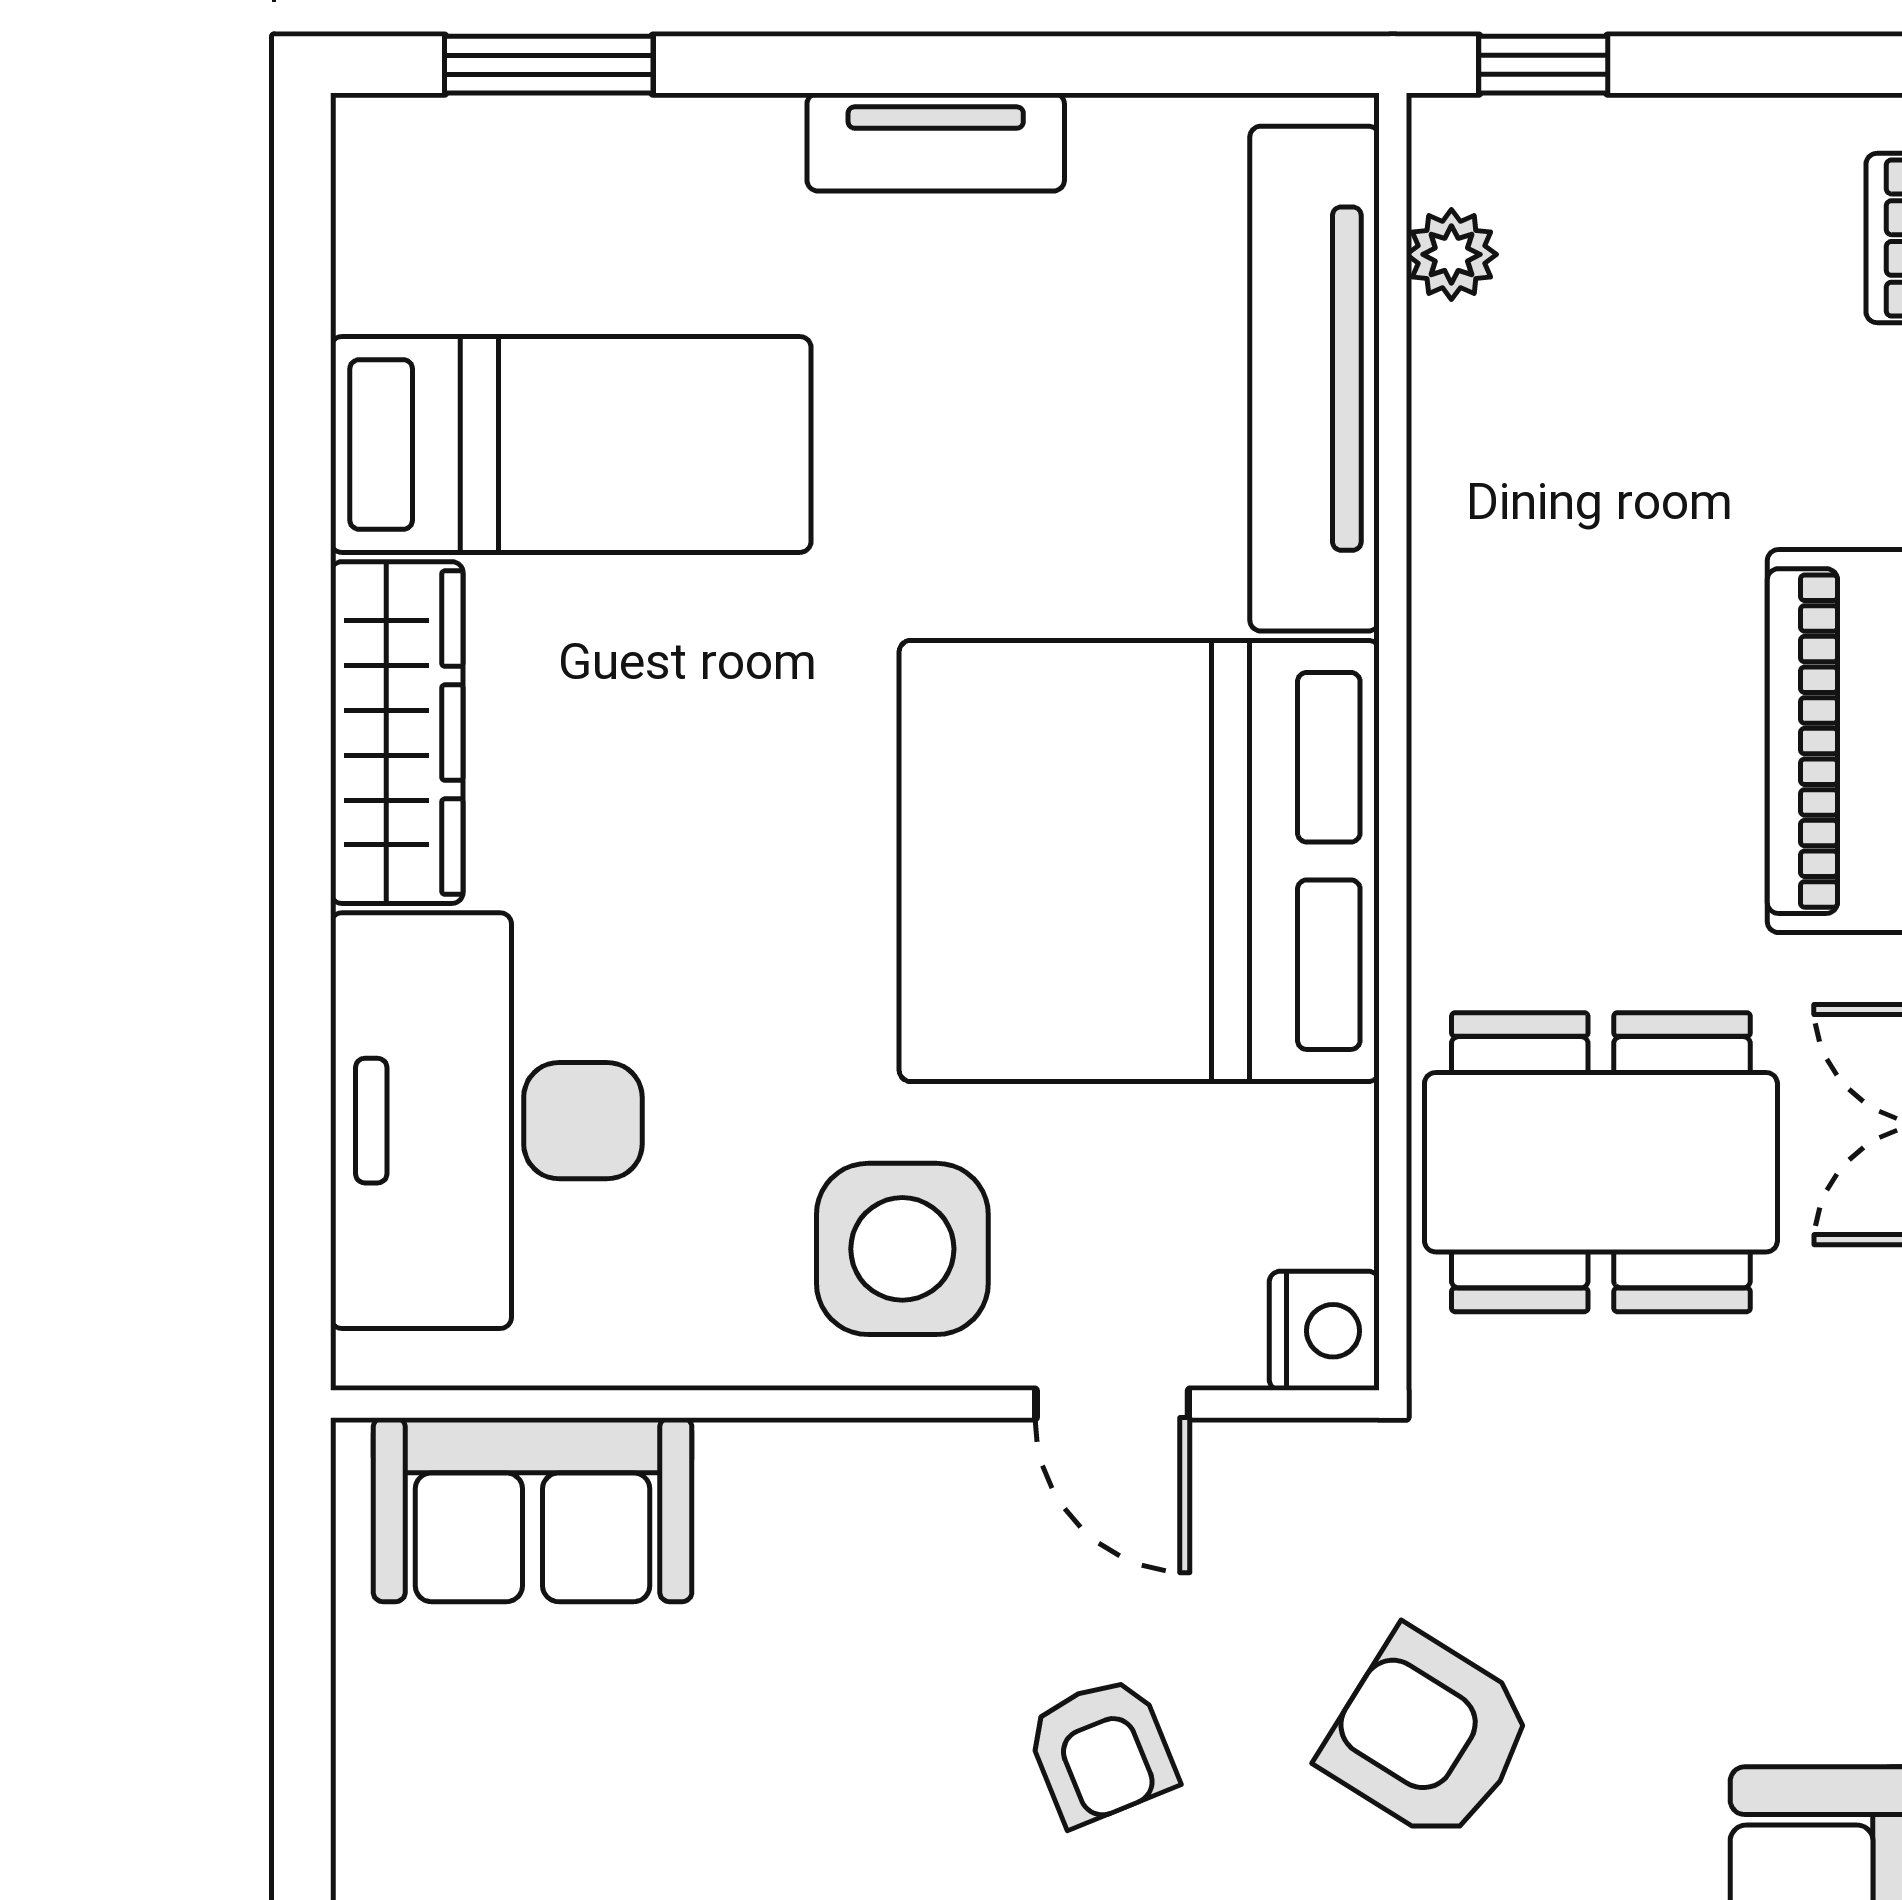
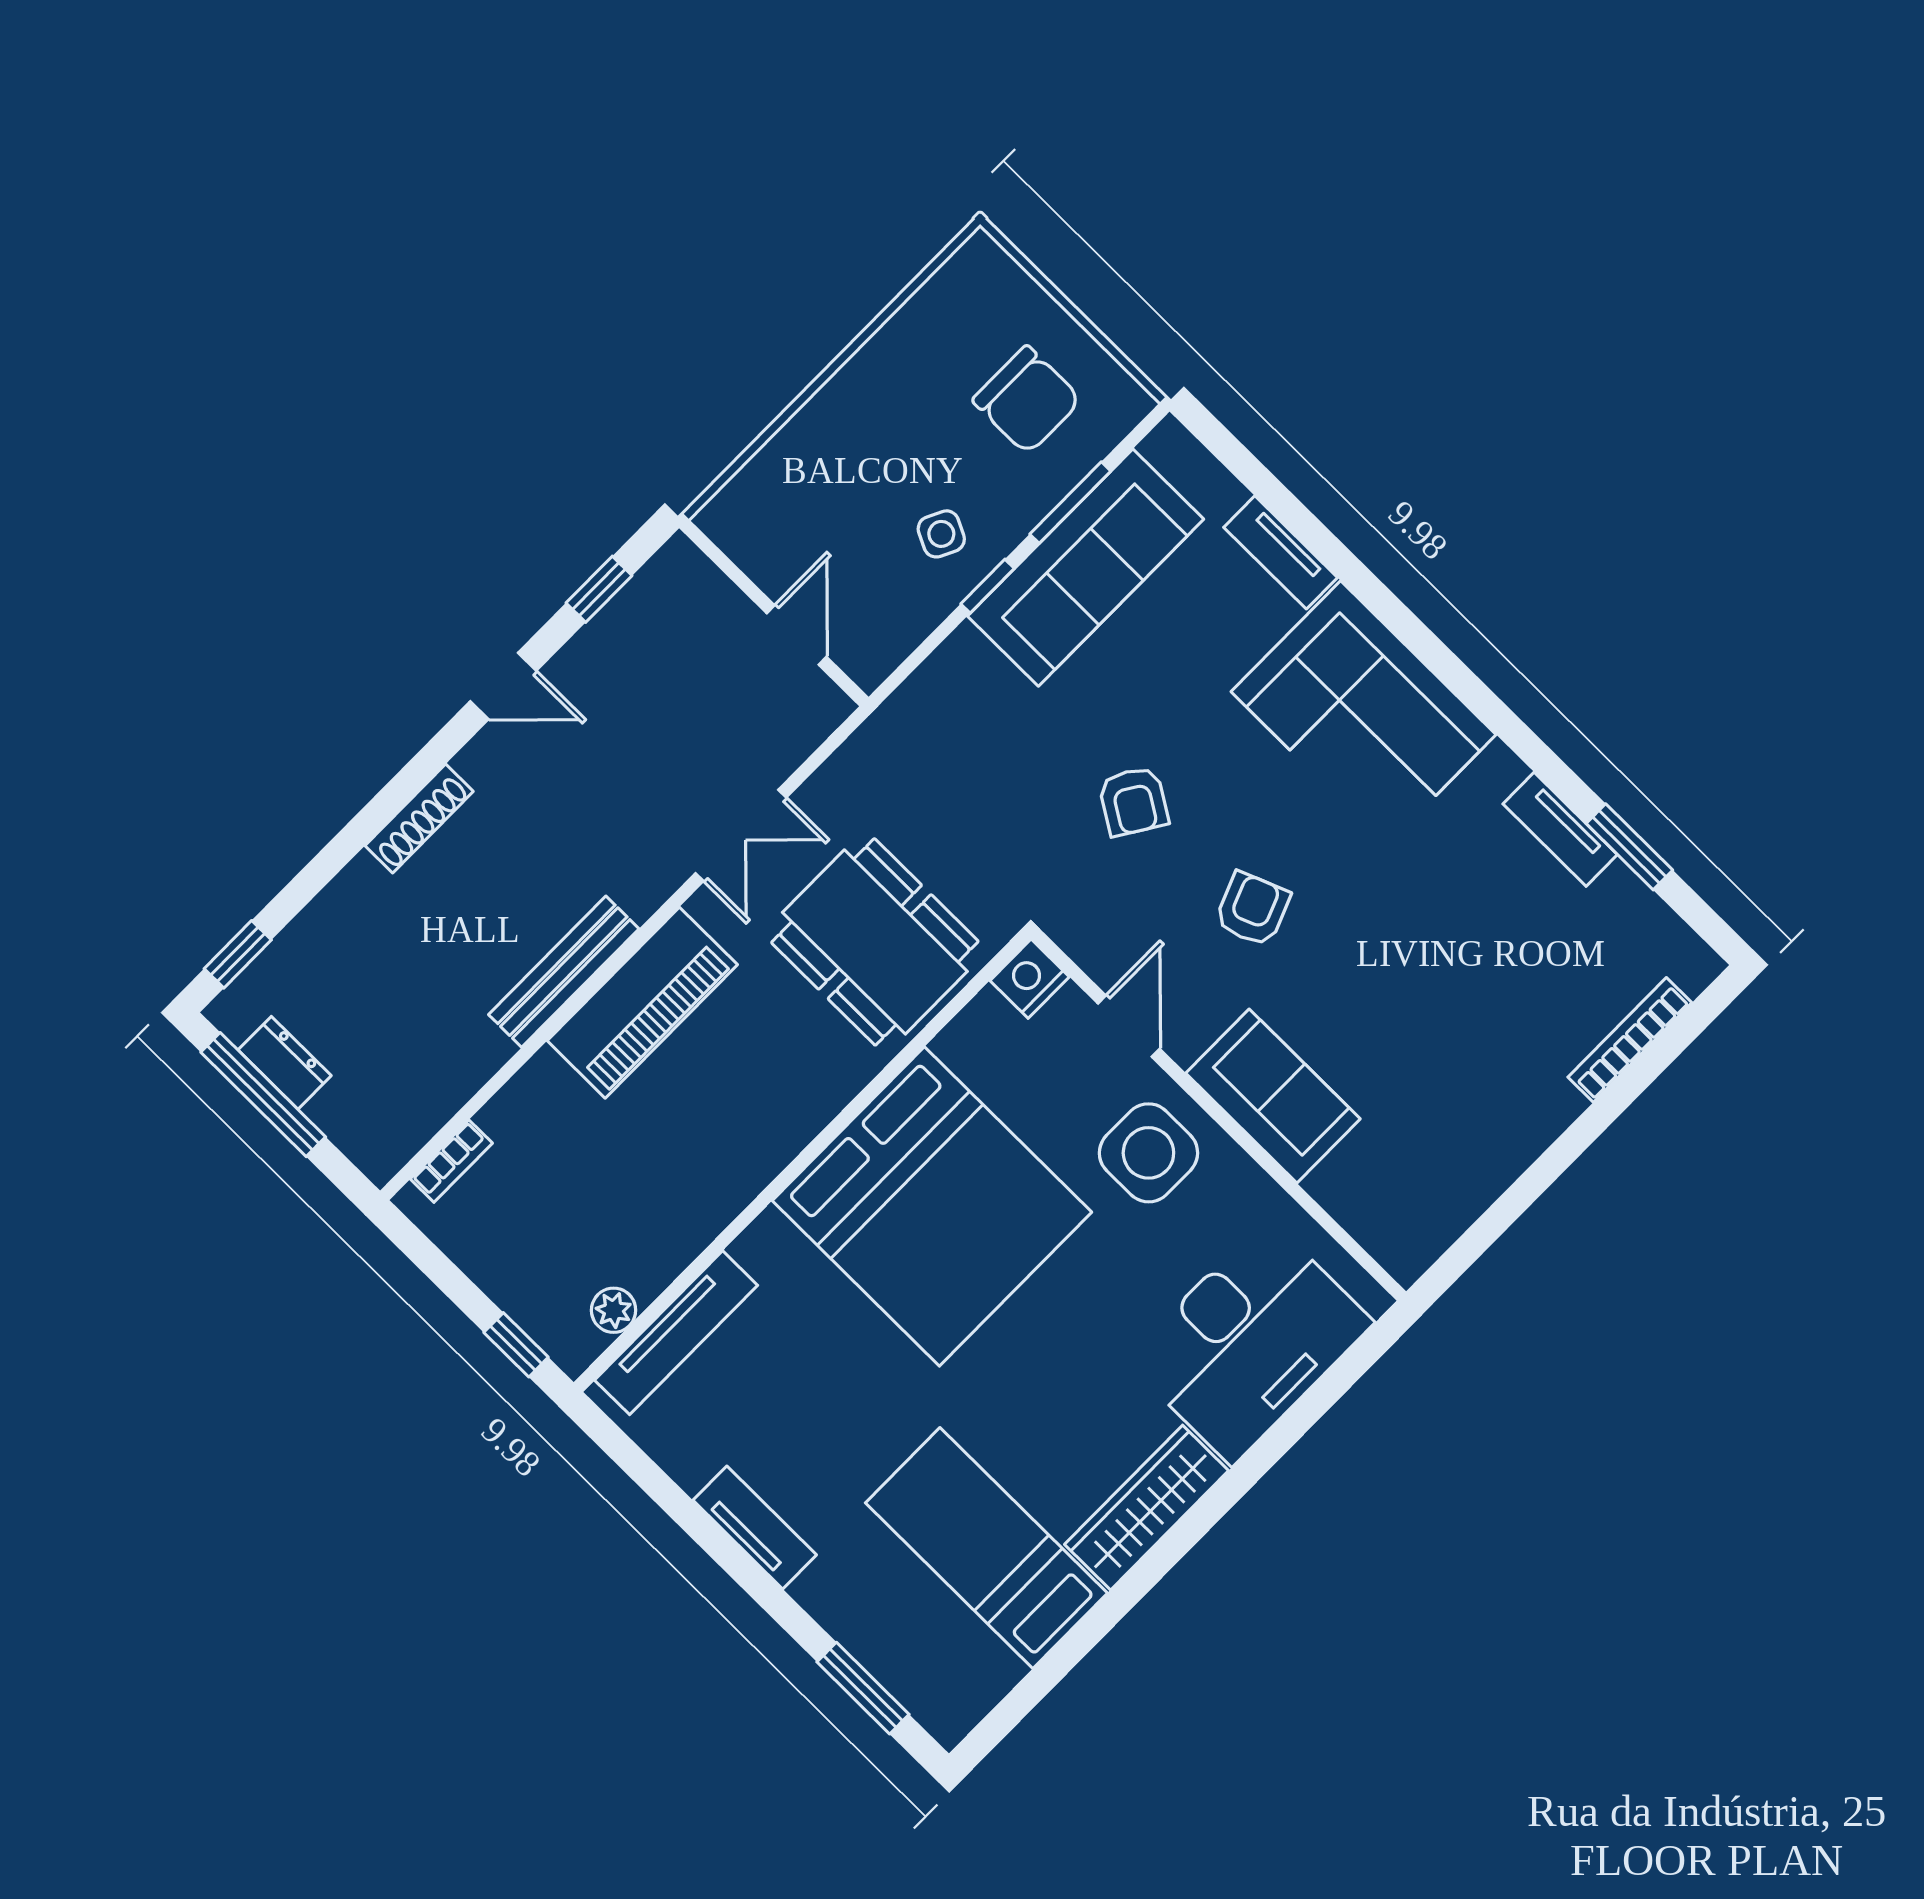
tv unit: (1315, 379) -> (676, 1333), width x0.73, depth x0.78
sofa: (533, 1510) -> (1273, 1096), moved
armchair: (1428, 1736) -> (1133, 801), width x0.72, depth x0.72

